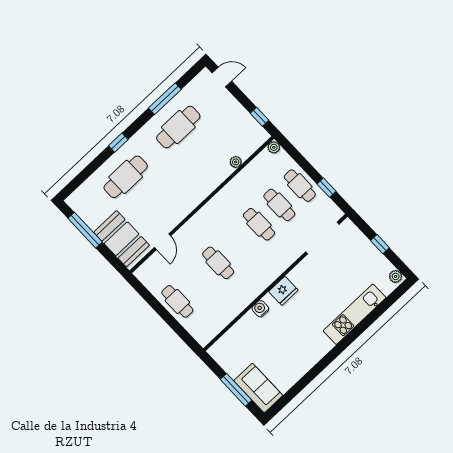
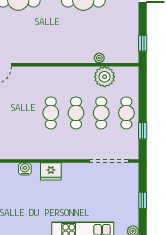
plant: (274, 147) -> (105, 77), moved, width x1.88, depth x1.88
cafe table: (218, 263) -> (51, 113), moved

